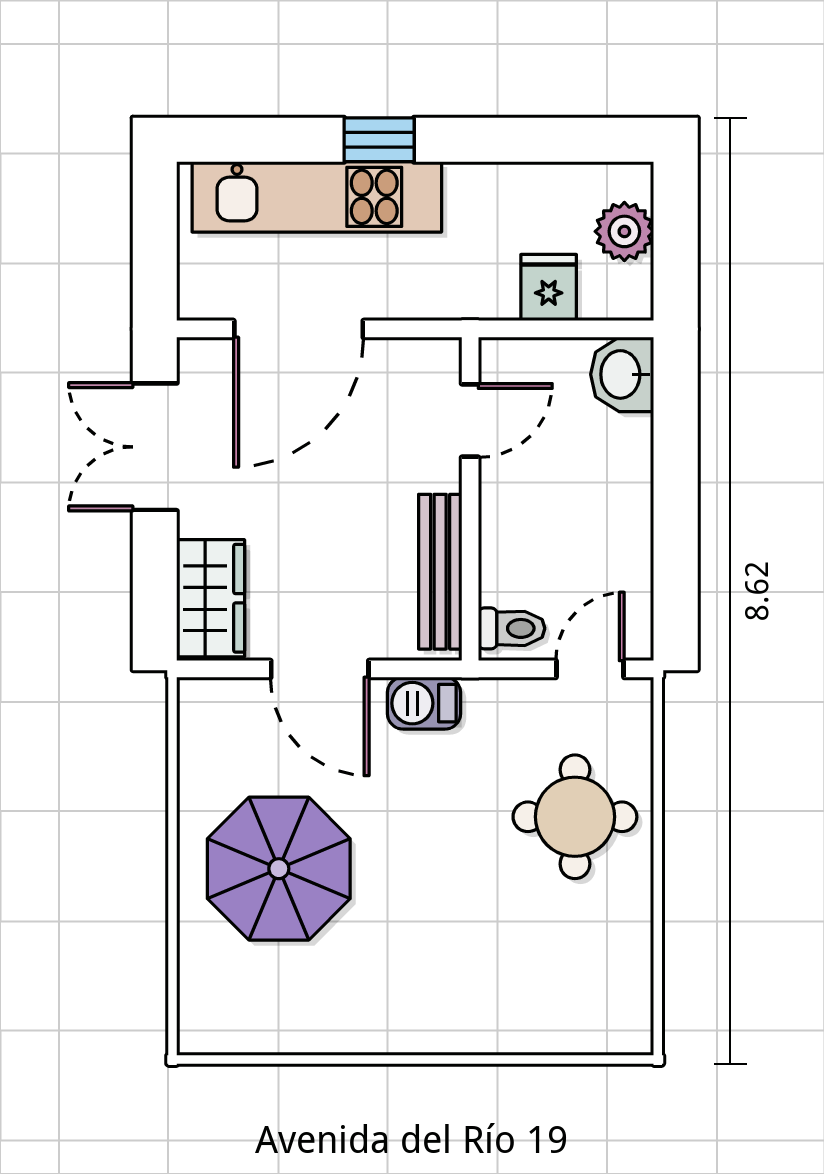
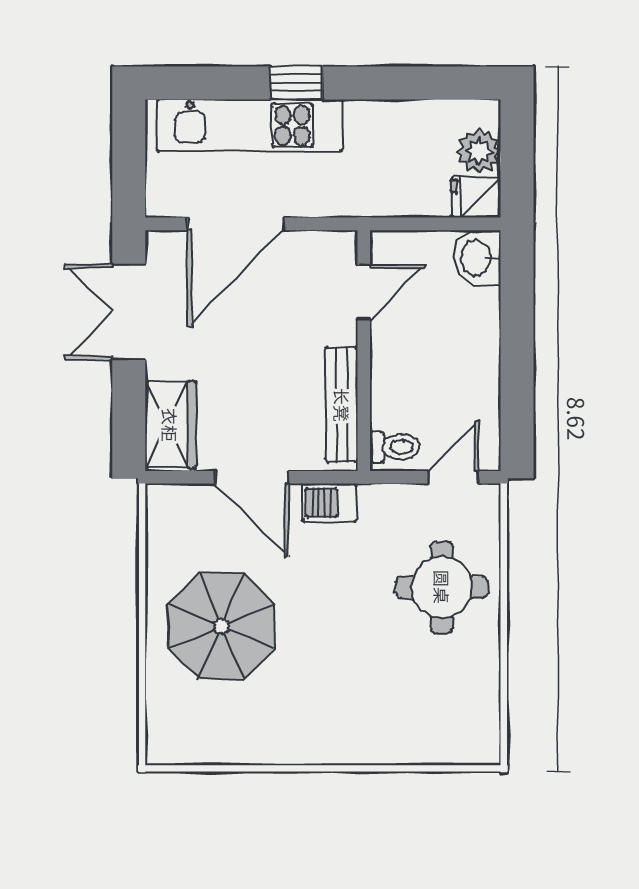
fridge: (549, 288) -> (476, 197), moved, turned -90

